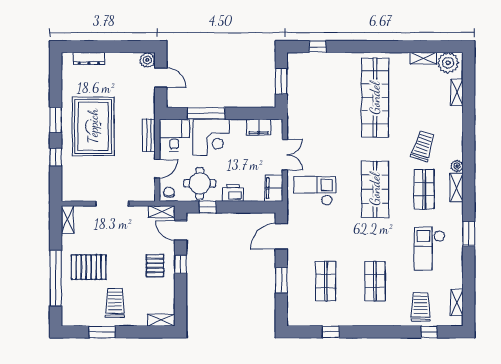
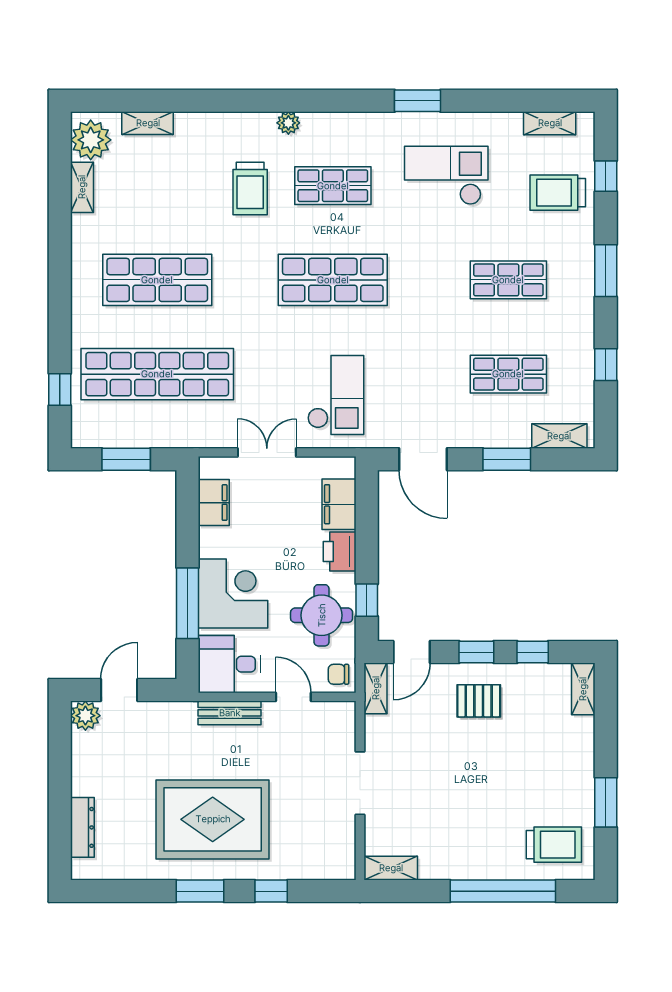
shop shelf: (326, 98) -> (157, 374), added
shop shelf: (375, 98) -> (157, 280), width x0.71
trolley: (423, 146) -> (250, 189), turned -108
shelving: (457, 187) -> (559, 436), moved
filing cabinet: (274, 188) -> (339, 504), moved, turned 90
checkout: (315, 191) -> (336, 395), turned 180
checkout: (430, 249) -> (446, 175), turned 180
pallet: (89, 267) -> (482, 828), removed
window: (181, 294) -> (533, 652), added
trolley: (115, 303) -> (554, 845), moved, turned 180
window: (380, 332) -> (606, 271), added

